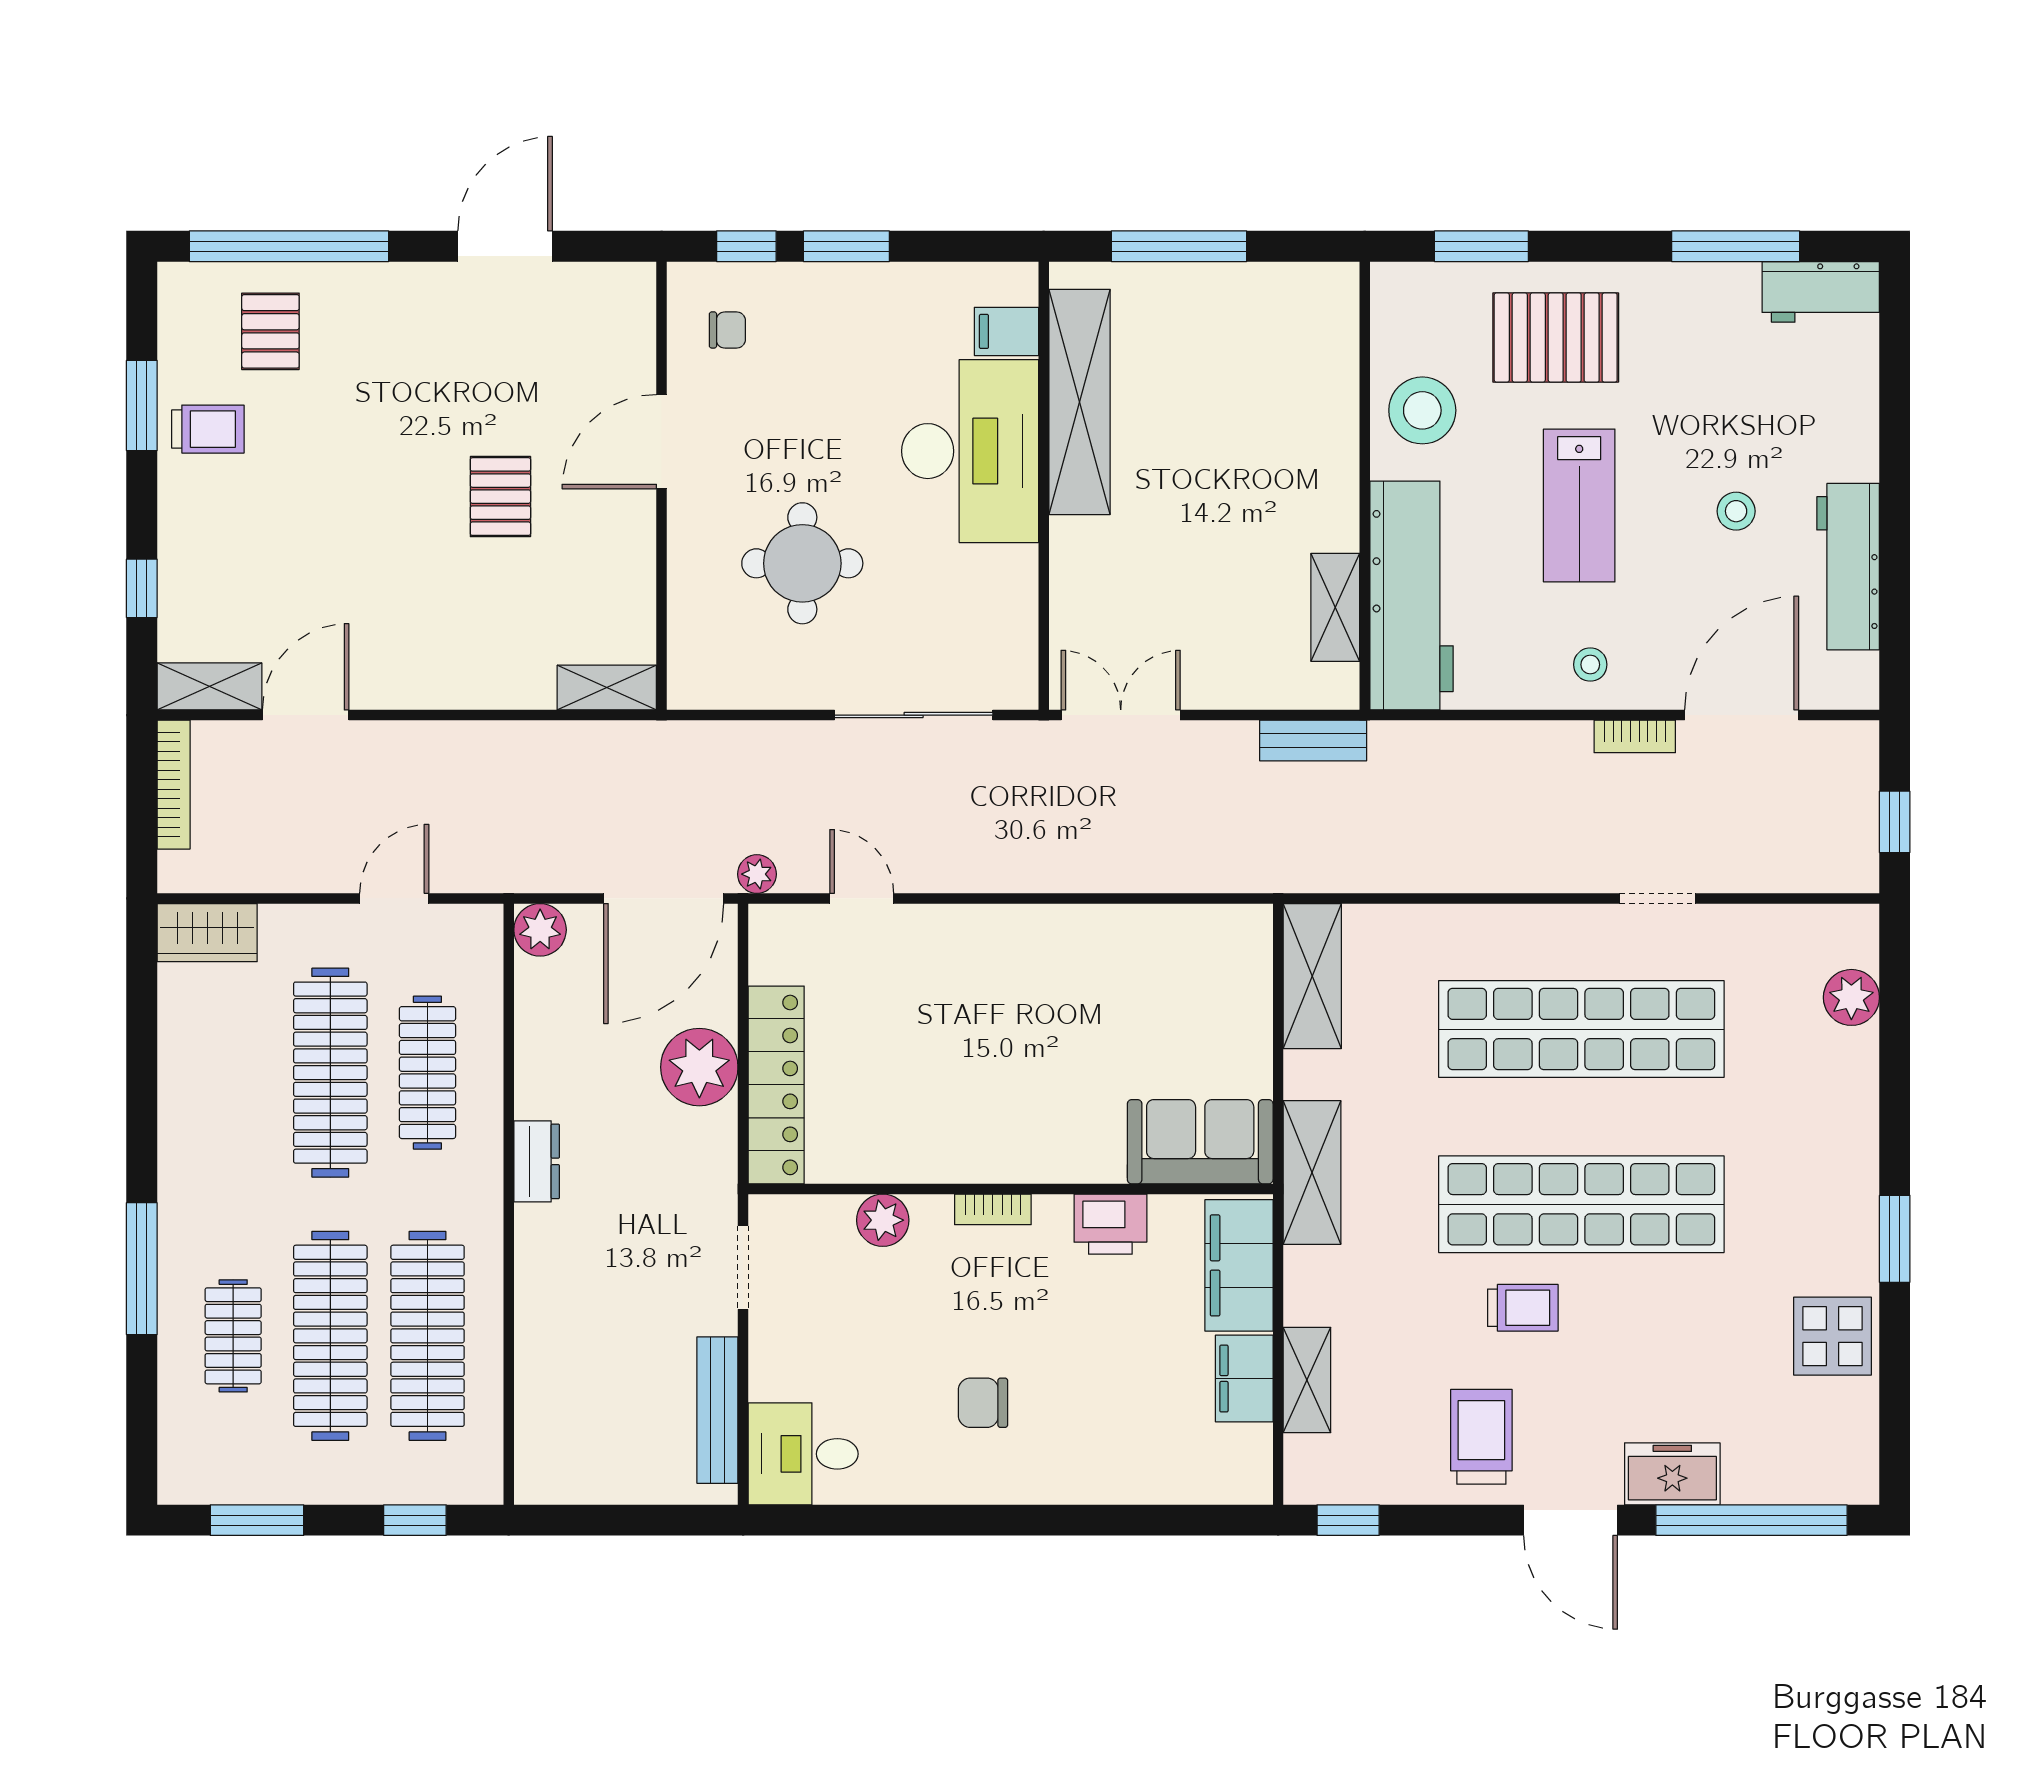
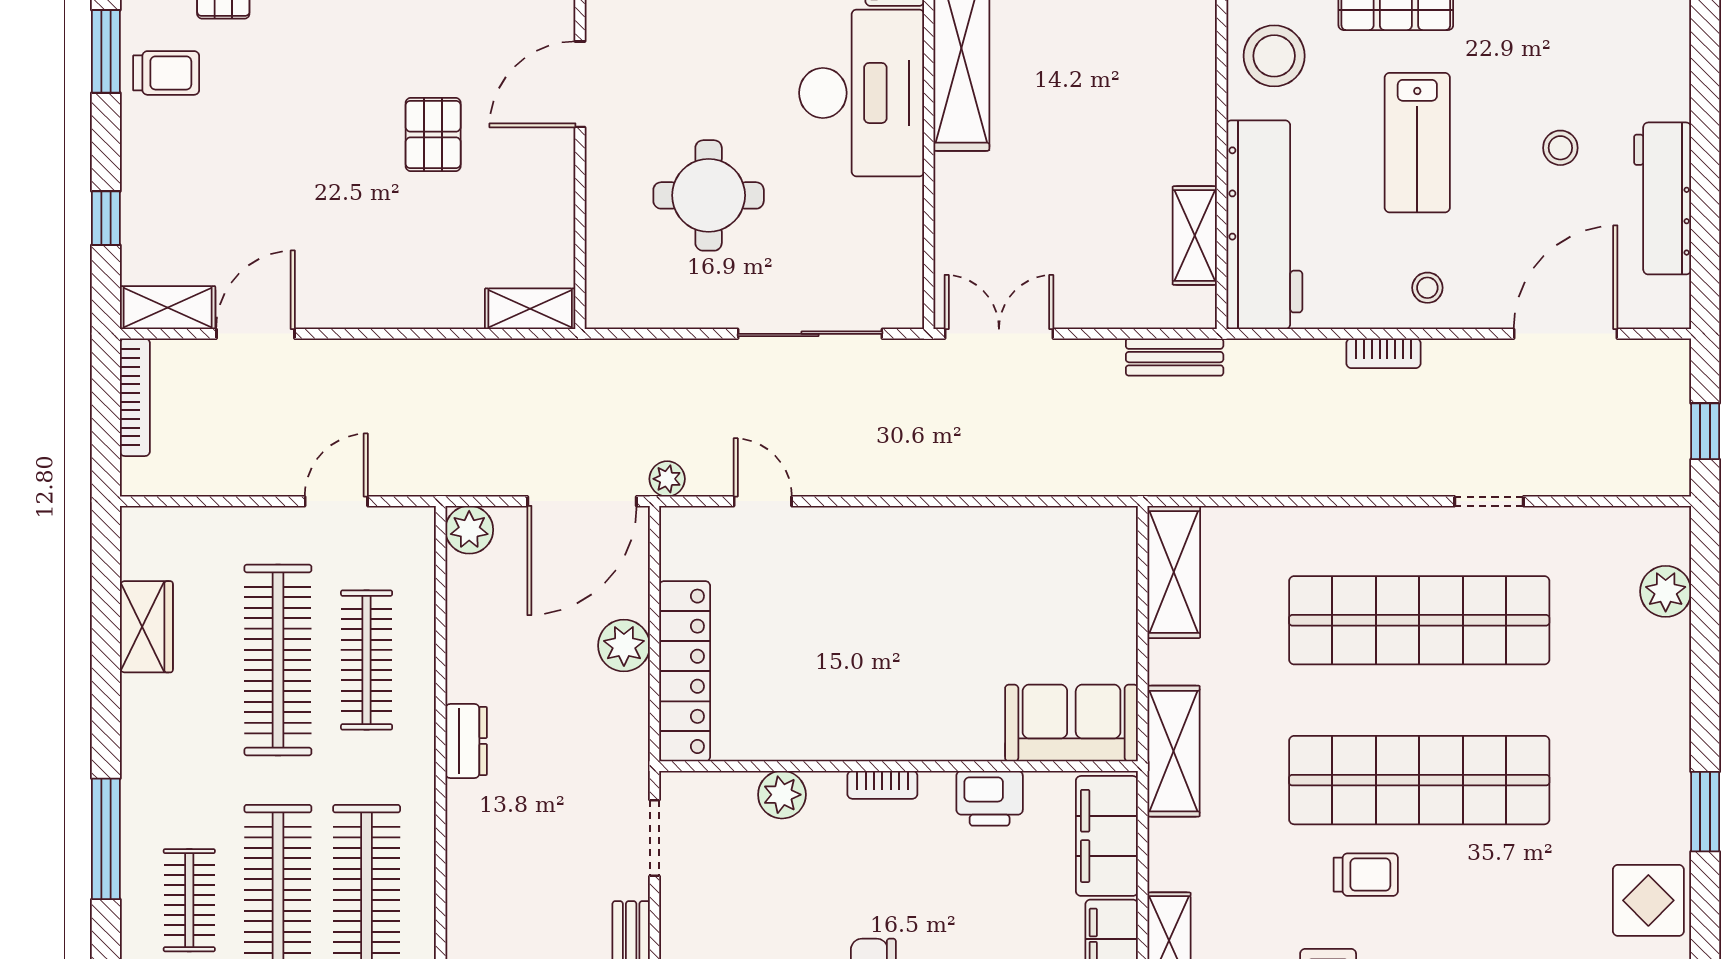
bookcase: (1635, 736) -> (1384, 353), moved
wardrobe: (207, 933) -> (146, 627), moved, turned -90
plant: (699, 1067) -> (624, 646), width x0.73, depth x0.73

